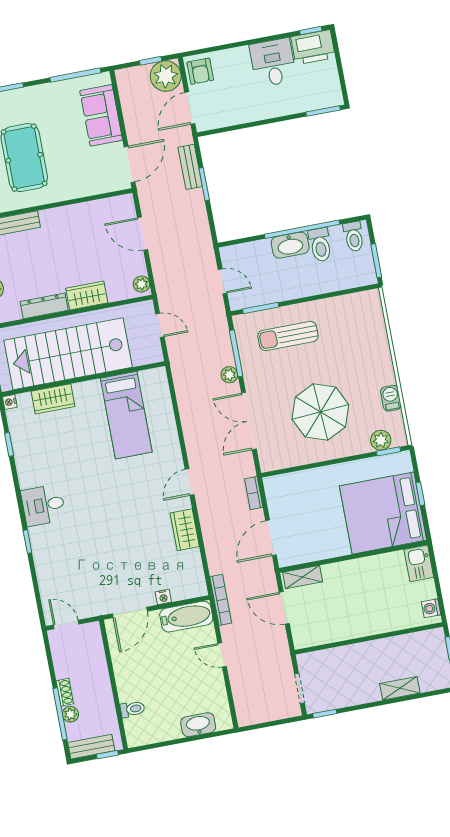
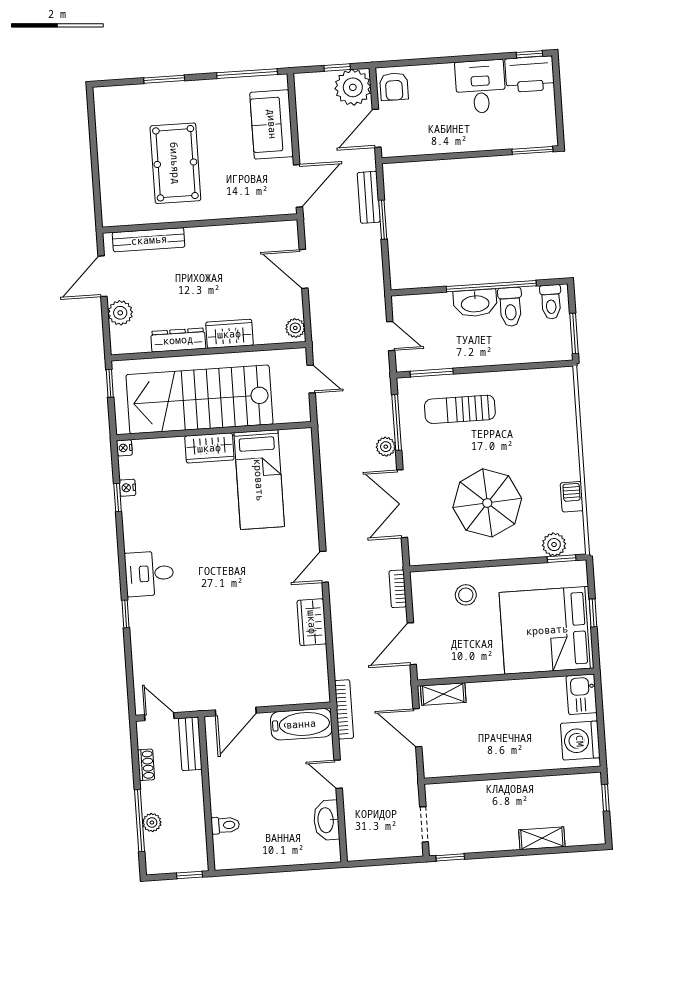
wardrobe: (53, 399) -> (209, 448), moved
stool: (312, 491) -> (466, 595), added
nightstand: (163, 597) -> (127, 488), moved, turned 90
washing machine: (431, 608) -> (580, 741), width x1.89, depth x1.89
shoe rack: (65, 692) -> (146, 765), moved
washbasin: (198, 725) -> (326, 820), moved, turned -90
bench: (91, 747) -> (190, 744), moved, turned 90

